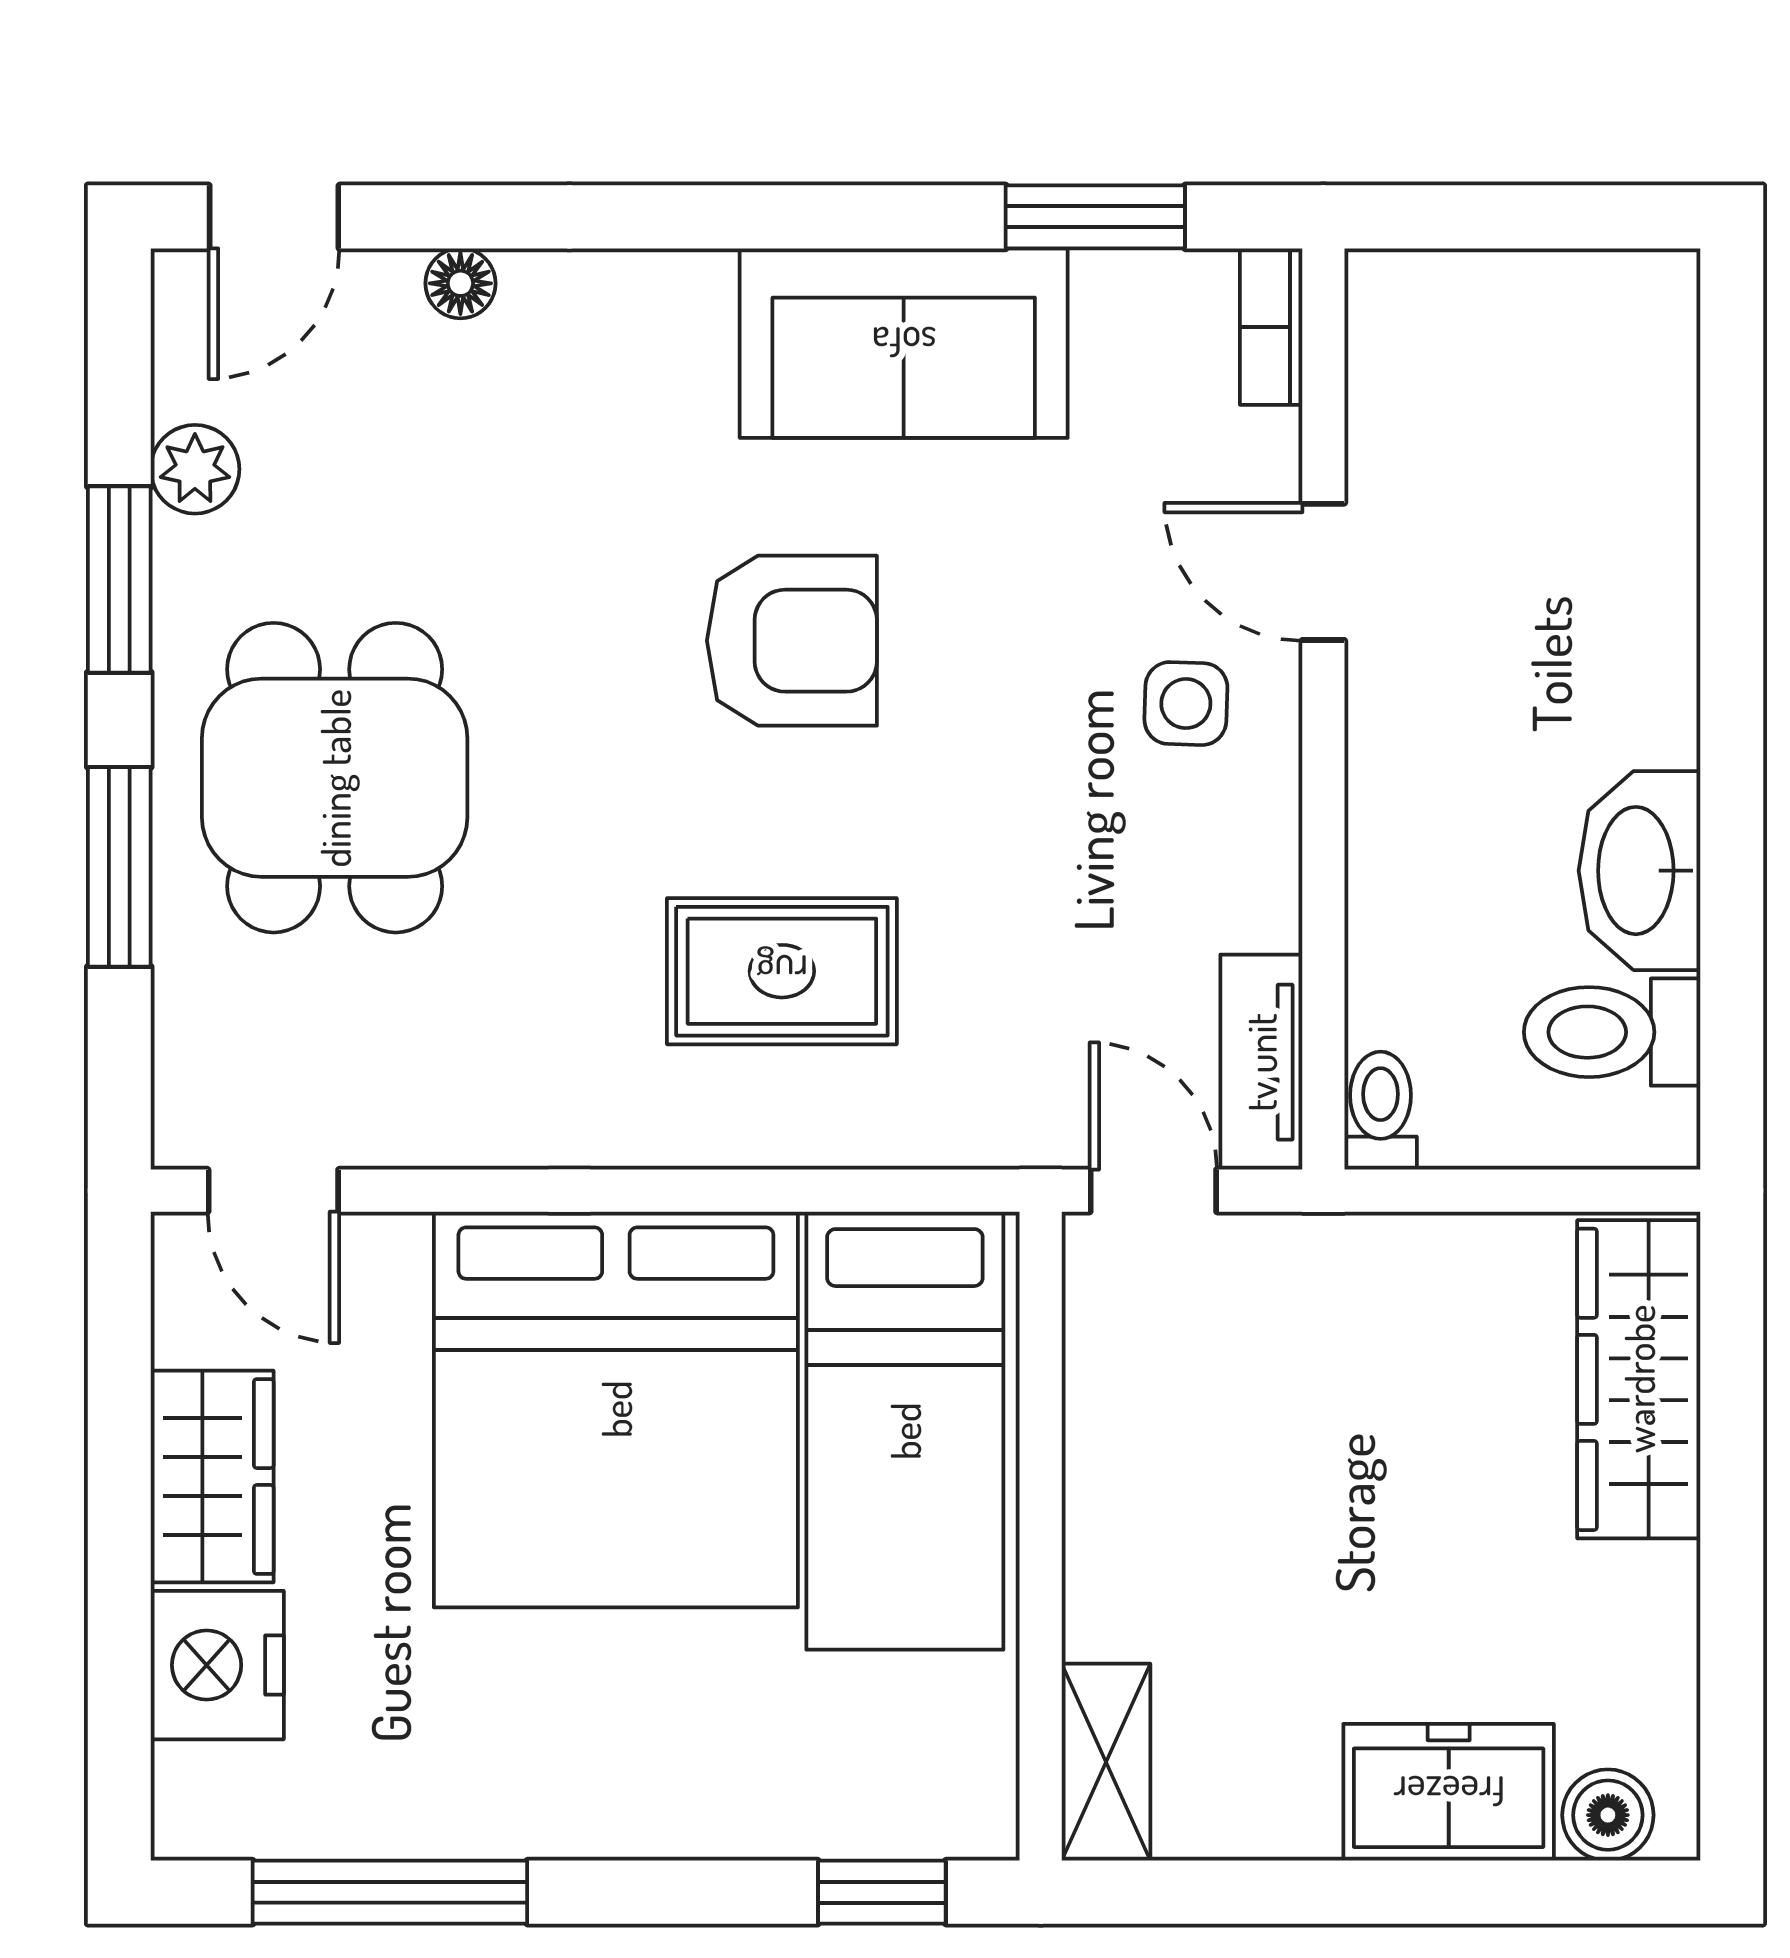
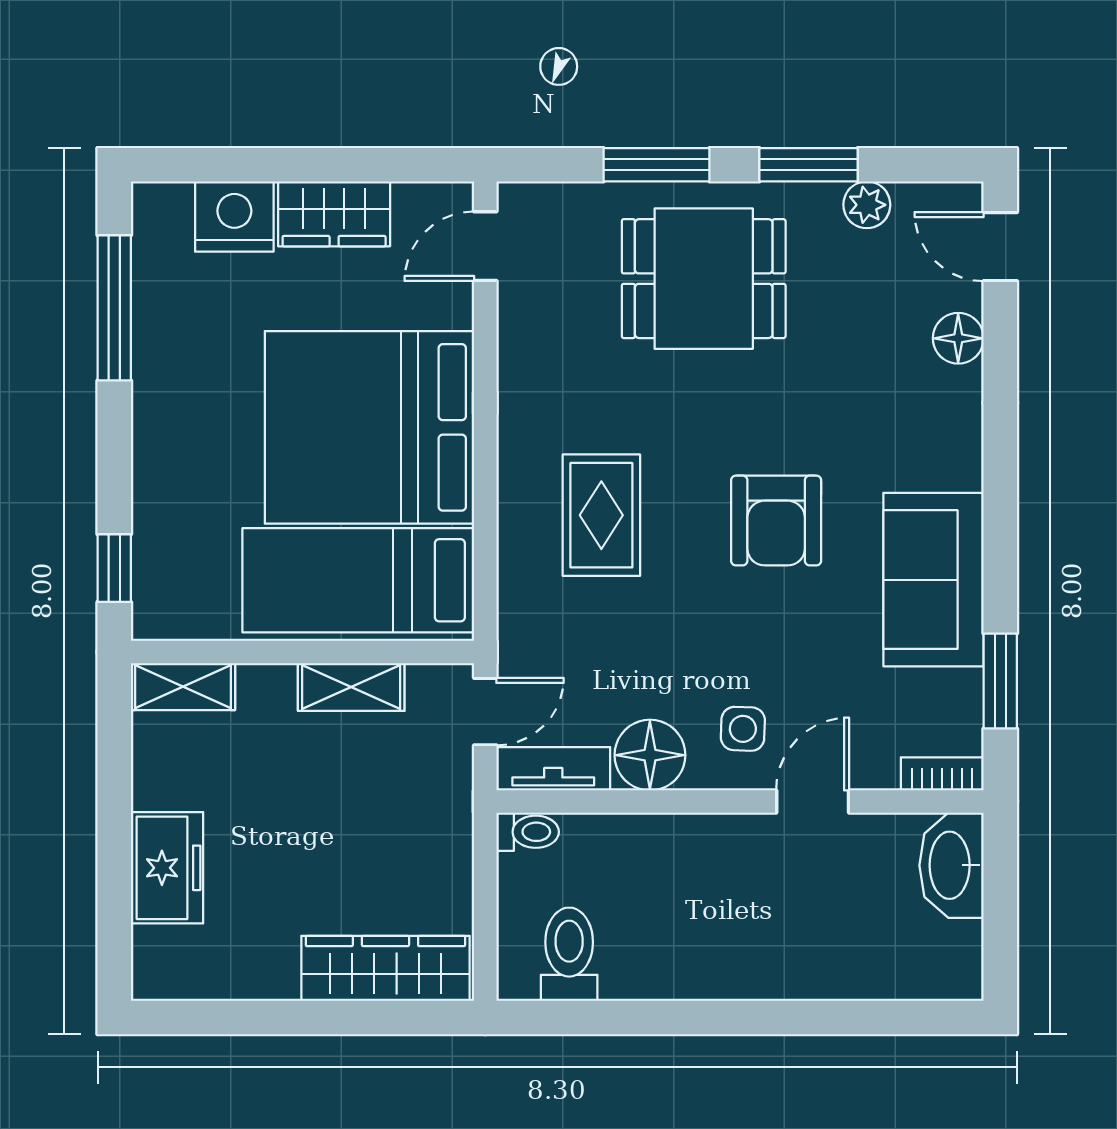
floor lamp: (460, 283) -> (958, 338), width x1.37, depth x1.37
washbasin: (1639, 871) -> (952, 865), moved, turned -90
floor lamp: (1235, 879) -> (650, 755), added
shelving: (1107, 1444) -> (351, 687), added
boiler: (1608, 1815) -> (155, 952), removed

